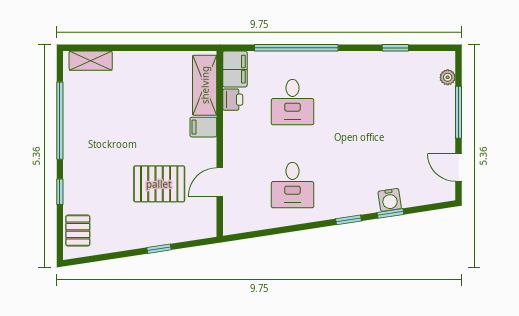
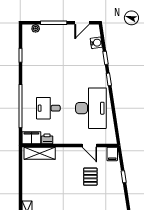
desk: (292, 102) -> (48, 108), turned 180
filing cabinet: (203, 127) -> (112, 154), moved
pallet: (159, 184) -> (90, 177), width x0.67, depth x0.71
desk: (292, 185) -> (91, 108), width x1.87, depth x1.30
water cooler: (390, 200) -> (96, 43), moved

